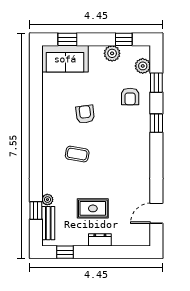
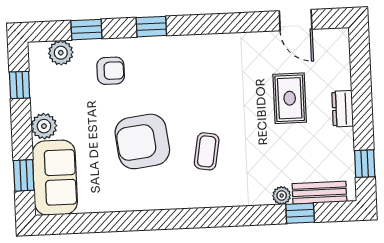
plant: (112, 53) -> (44, 126), moved
armchair: (85, 114) -> (142, 141), width x1.88, depth x1.88
rug: (93, 208) -> (290, 98), moved

